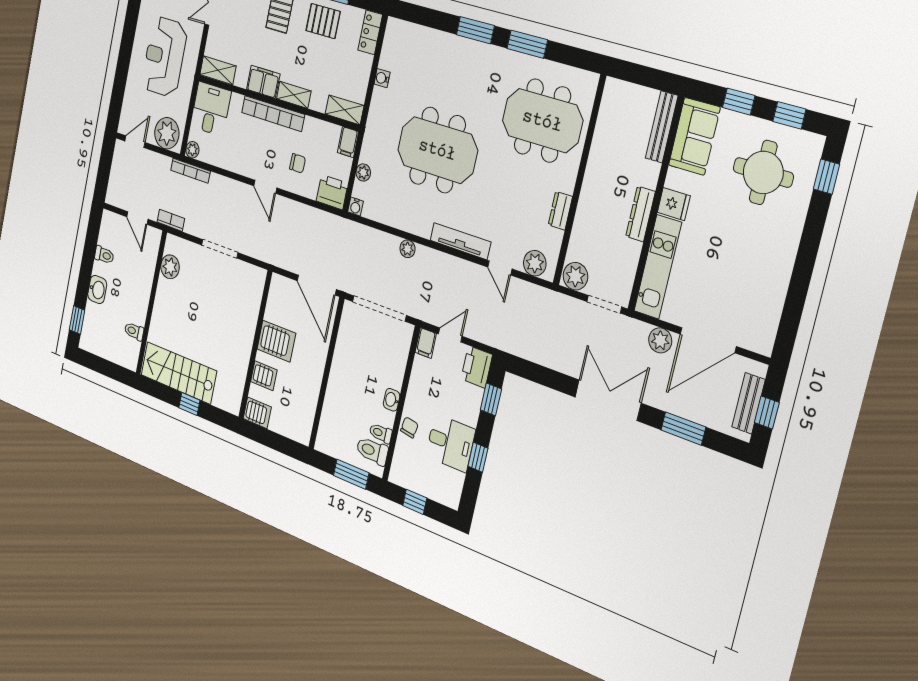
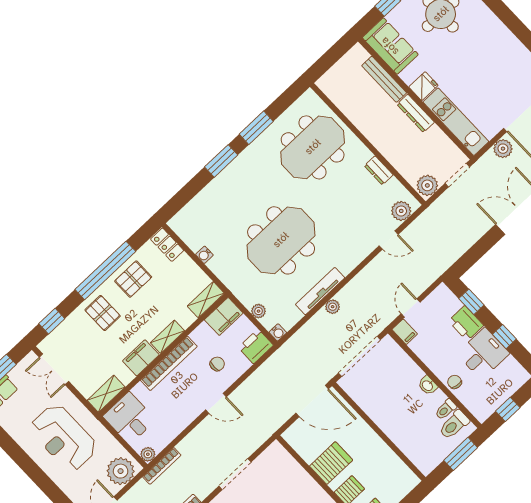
bench: (662, 127) -> (384, 79), moved
filing cabinet: (348, 142) -> (224, 316), width x2.00
tv unit: (460, 241) -> (320, 291), moved
printer: (477, 367) -> (466, 323), moved

